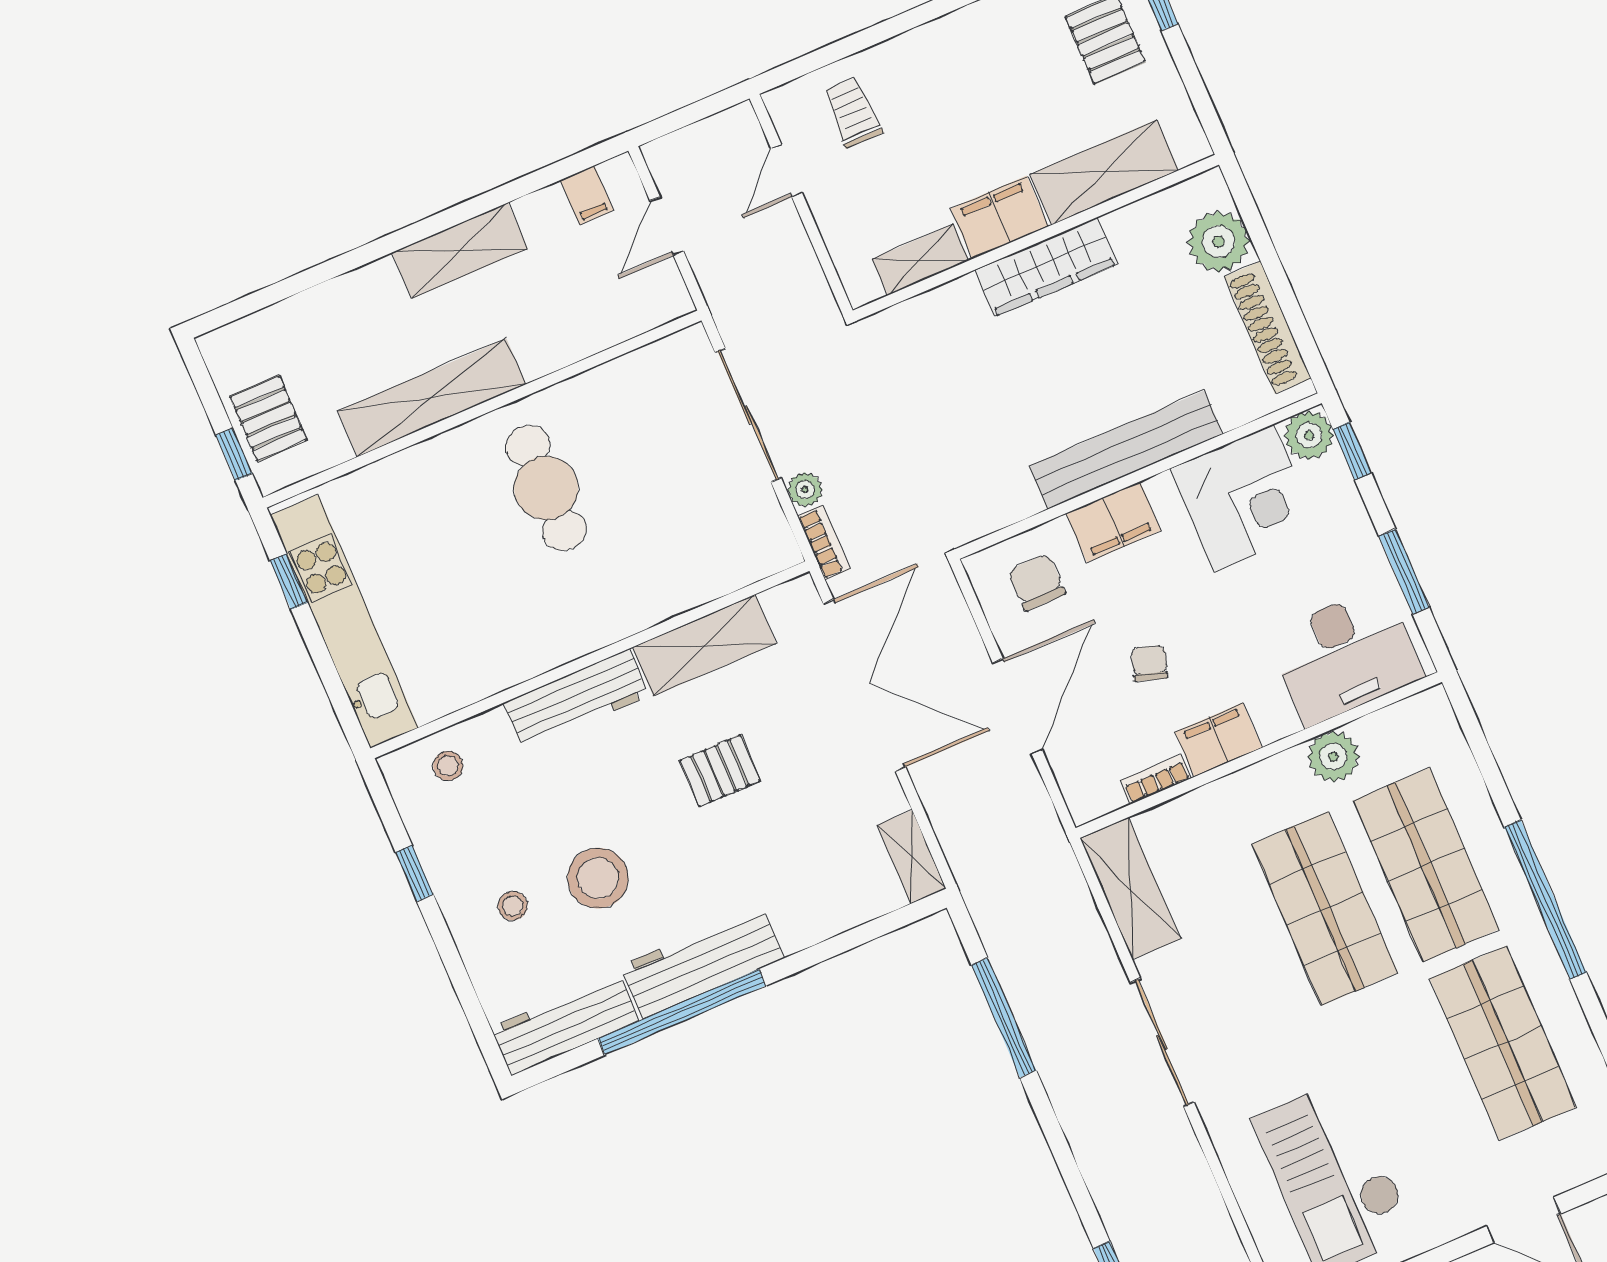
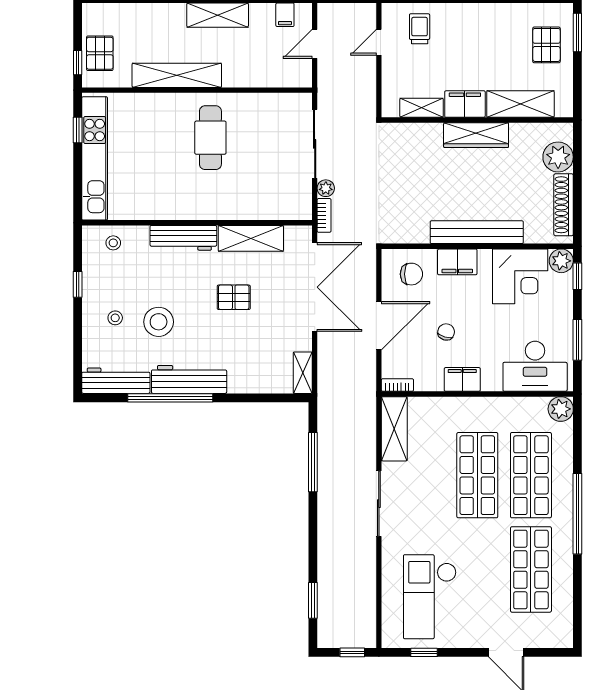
chair: (1037, 582) -> (411, 274), turned 90
plant: (1333, 757) -> (561, 409), moved
bookcase: (1156, 779) -> (397, 385), moved

